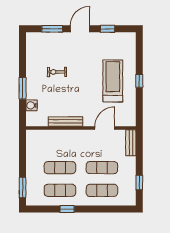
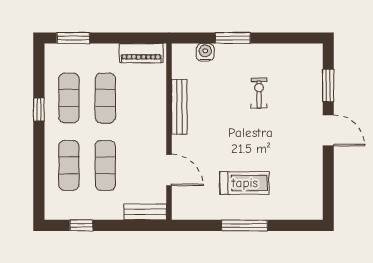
window: (107, 29) -> (328, 174), removed
treadmill: (113, 81) -> (245, 183), width x0.73, depth x0.73
window: (139, 81) -> (244, 225), width x2.17
piano: (32, 145) -> (141, 53), added

